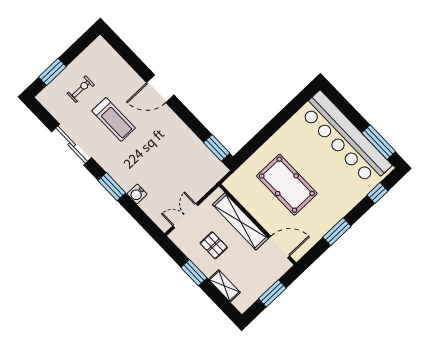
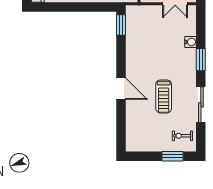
exercise bike: (81, 89) -> (182, 136), moved
treadmill: (114, 119) -> (164, 96), turned 180

